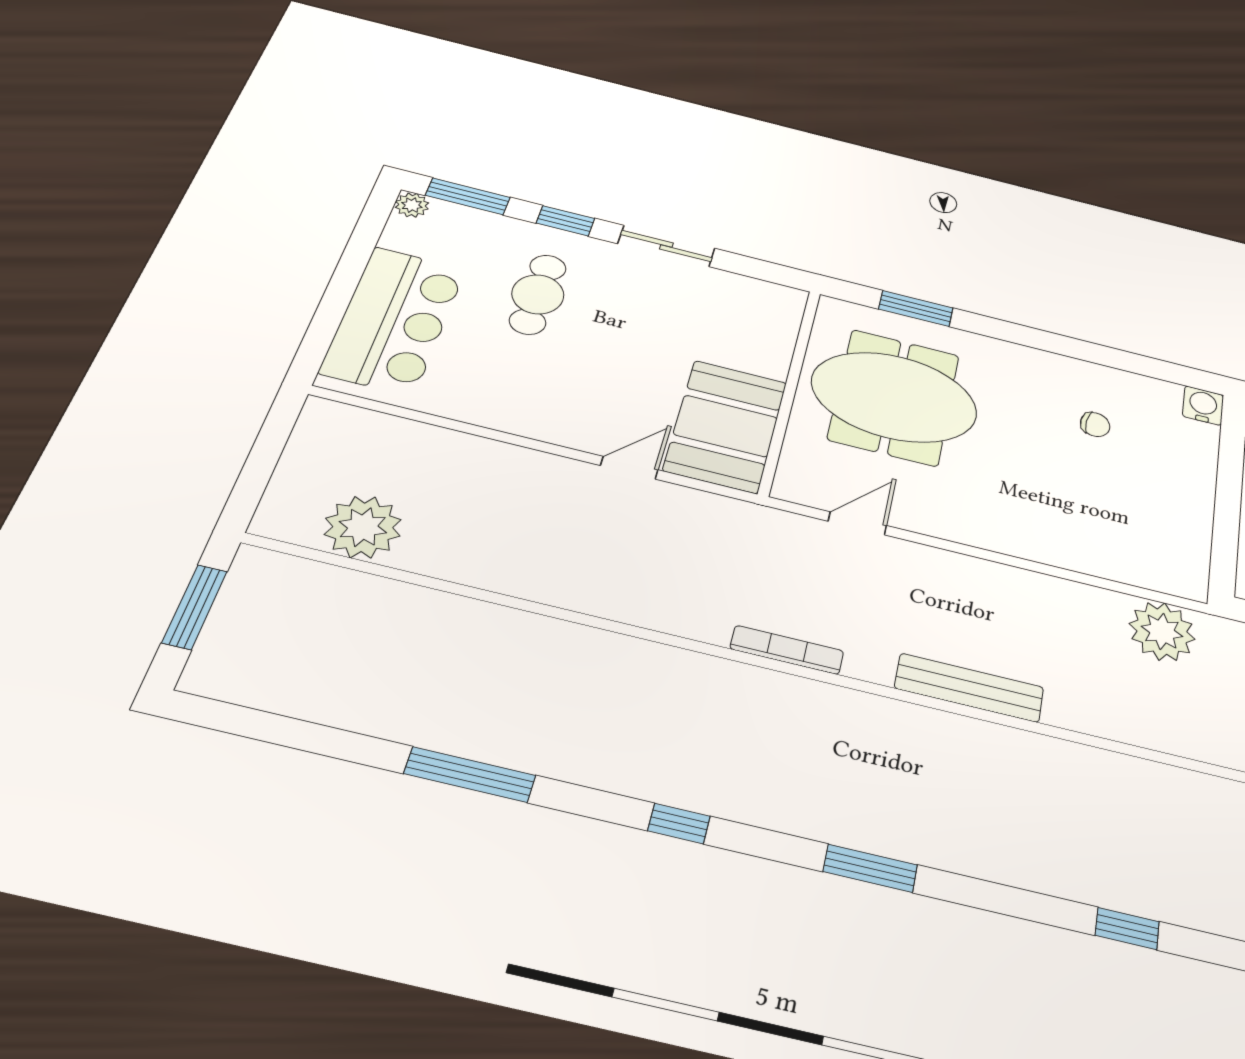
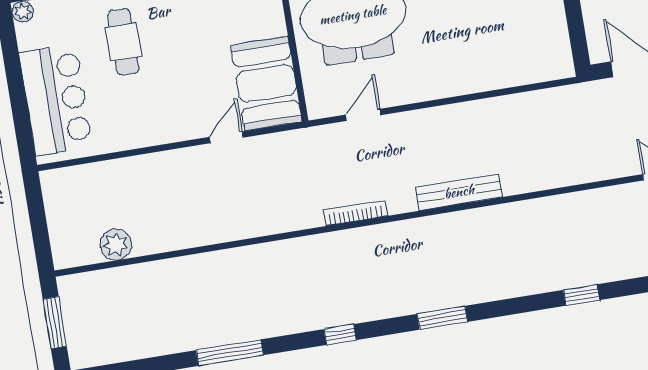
plant: (363, 527) -> (116, 245), width x0.73, depth x0.73
plant: (1162, 631) -> (554, 107), removed

